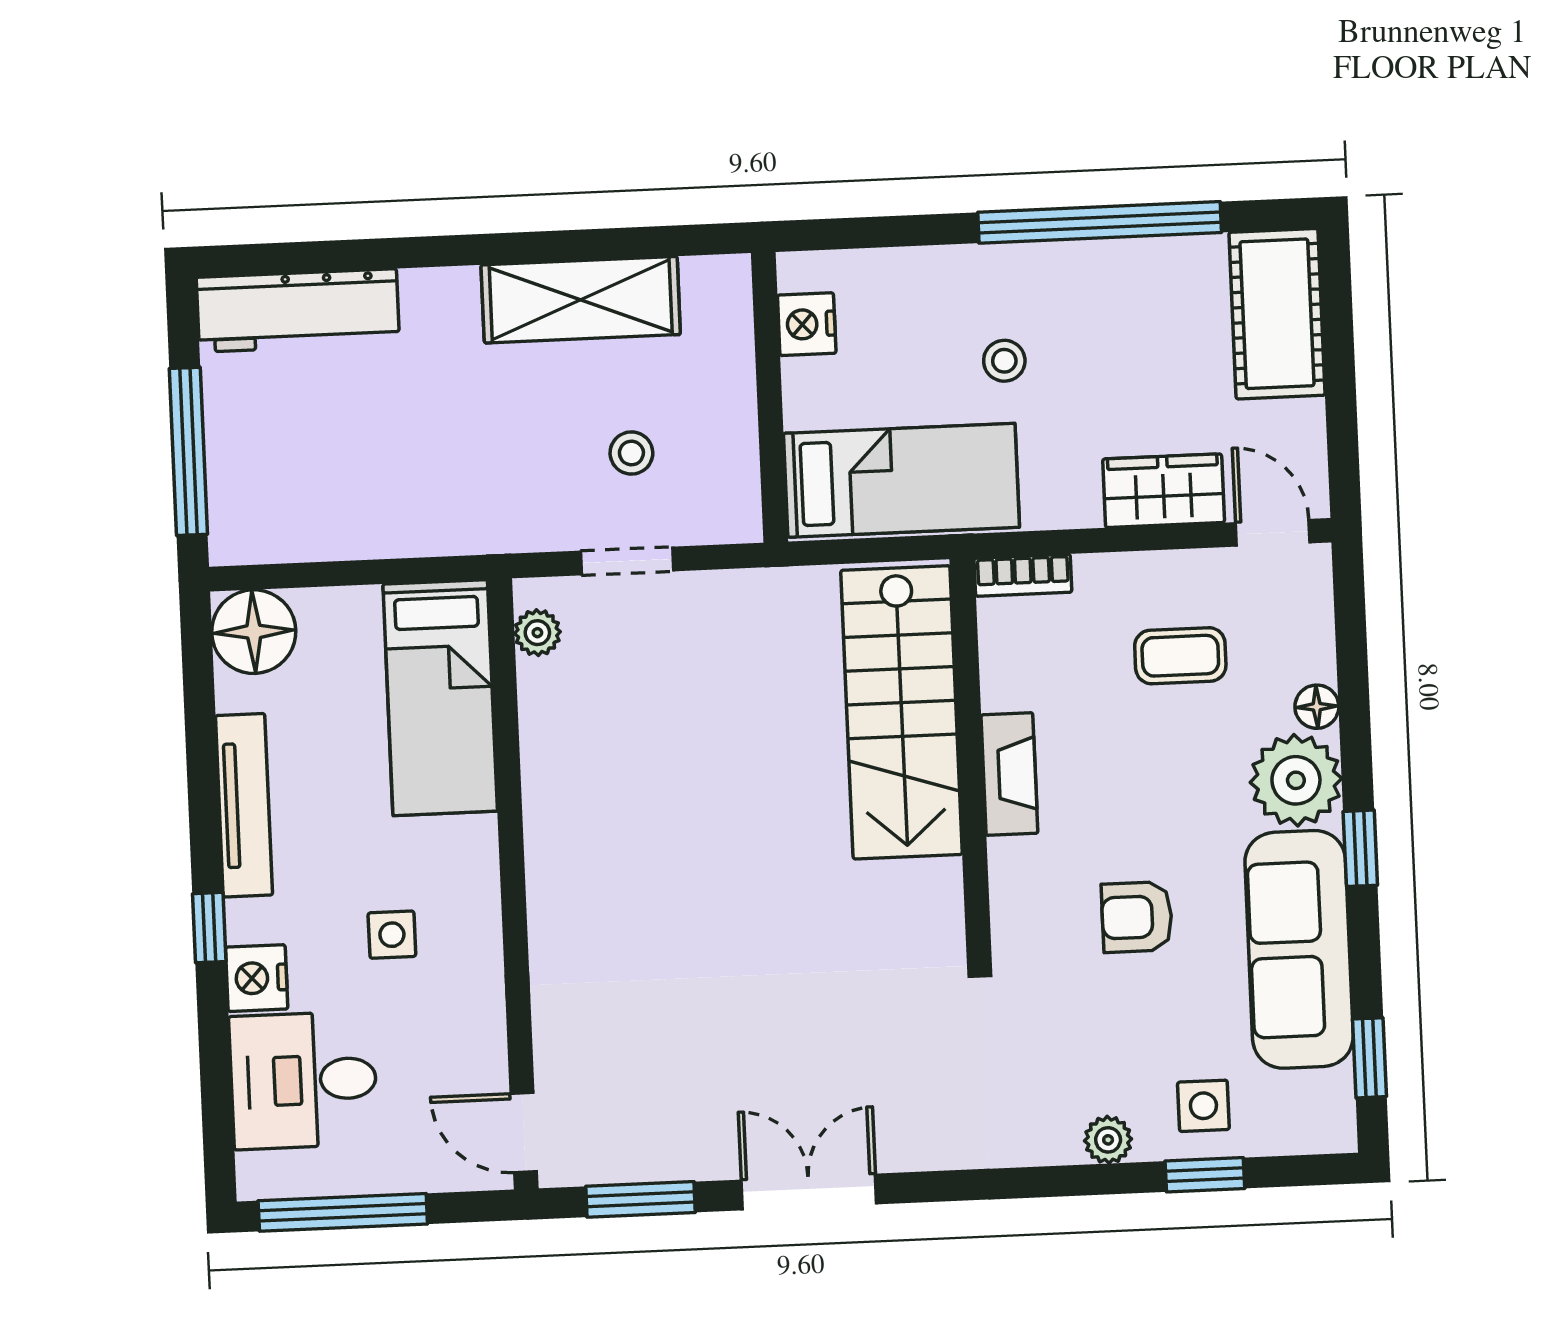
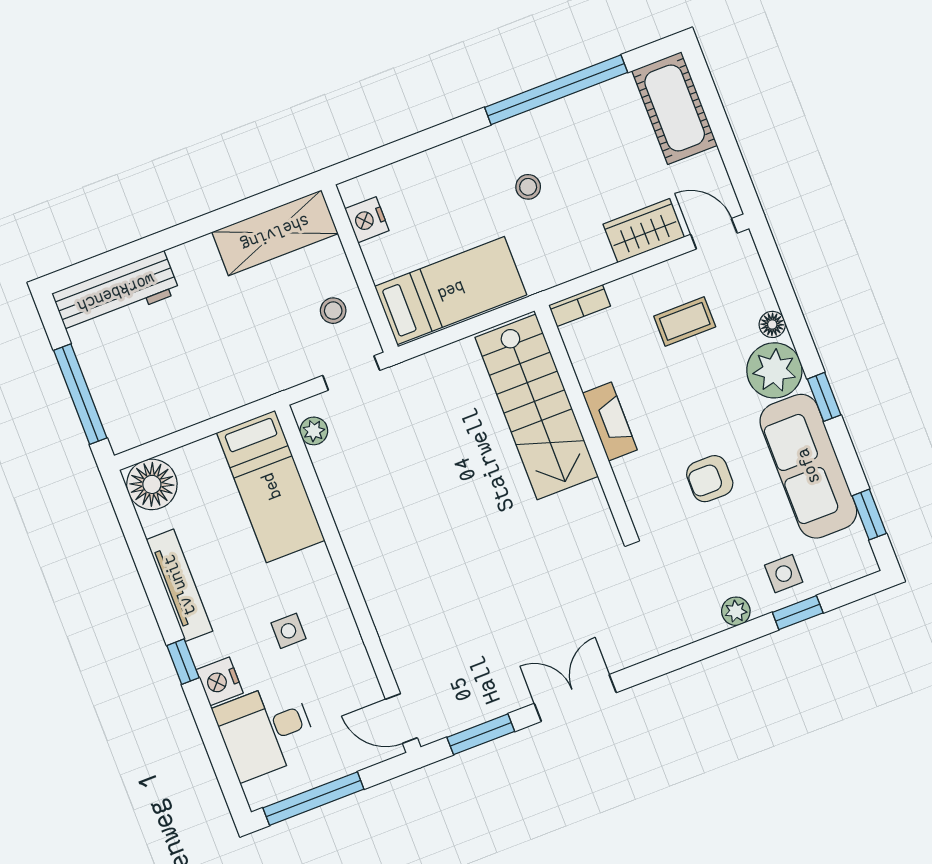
nightstand: (807, 324) -> (367, 220), moved
wall: (770, 397) -> (360, 268), moved
bed: (901, 480) -> (451, 291), moved

